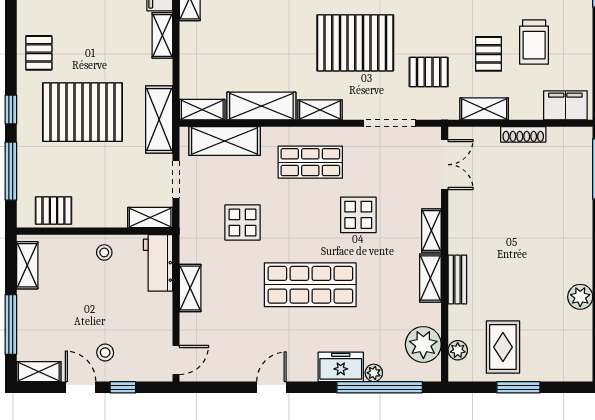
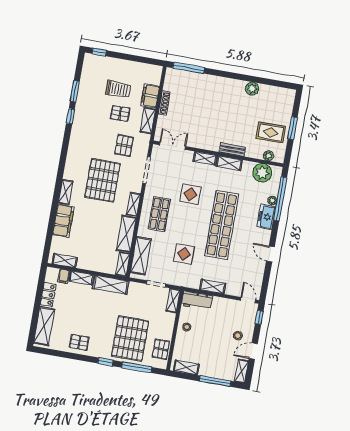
filing cabinet: (565, 105) -> (150, 96), moved
pallet: (83, 112) -> (130, 339), moved
shelving: (159, 120) -> (111, 285), moved
shop shelf: (310, 285) -> (222, 225), width x1.40
window: (123, 387) -> (259, 317), moved

